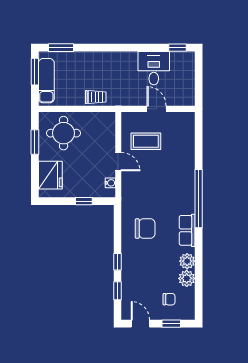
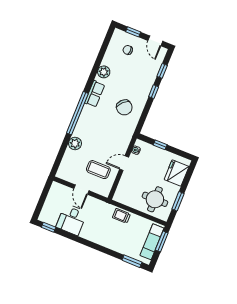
window: (35, 72) -> (162, 241), moved
door: (118, 162) -> (124, 163), hinge flipped
chair: (145, 229) -> (124, 107), turned -135
plant: (187, 278) -> (75, 143), moved

